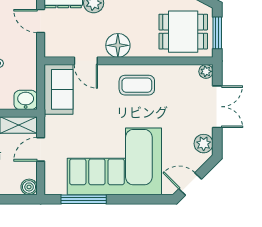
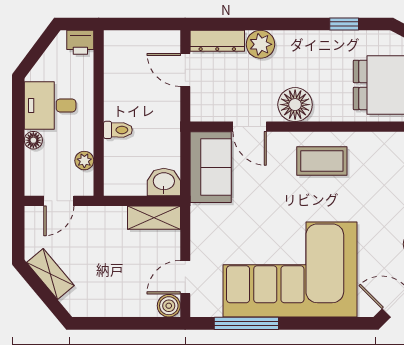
door: (41, 149) -> (185, 277), moved

